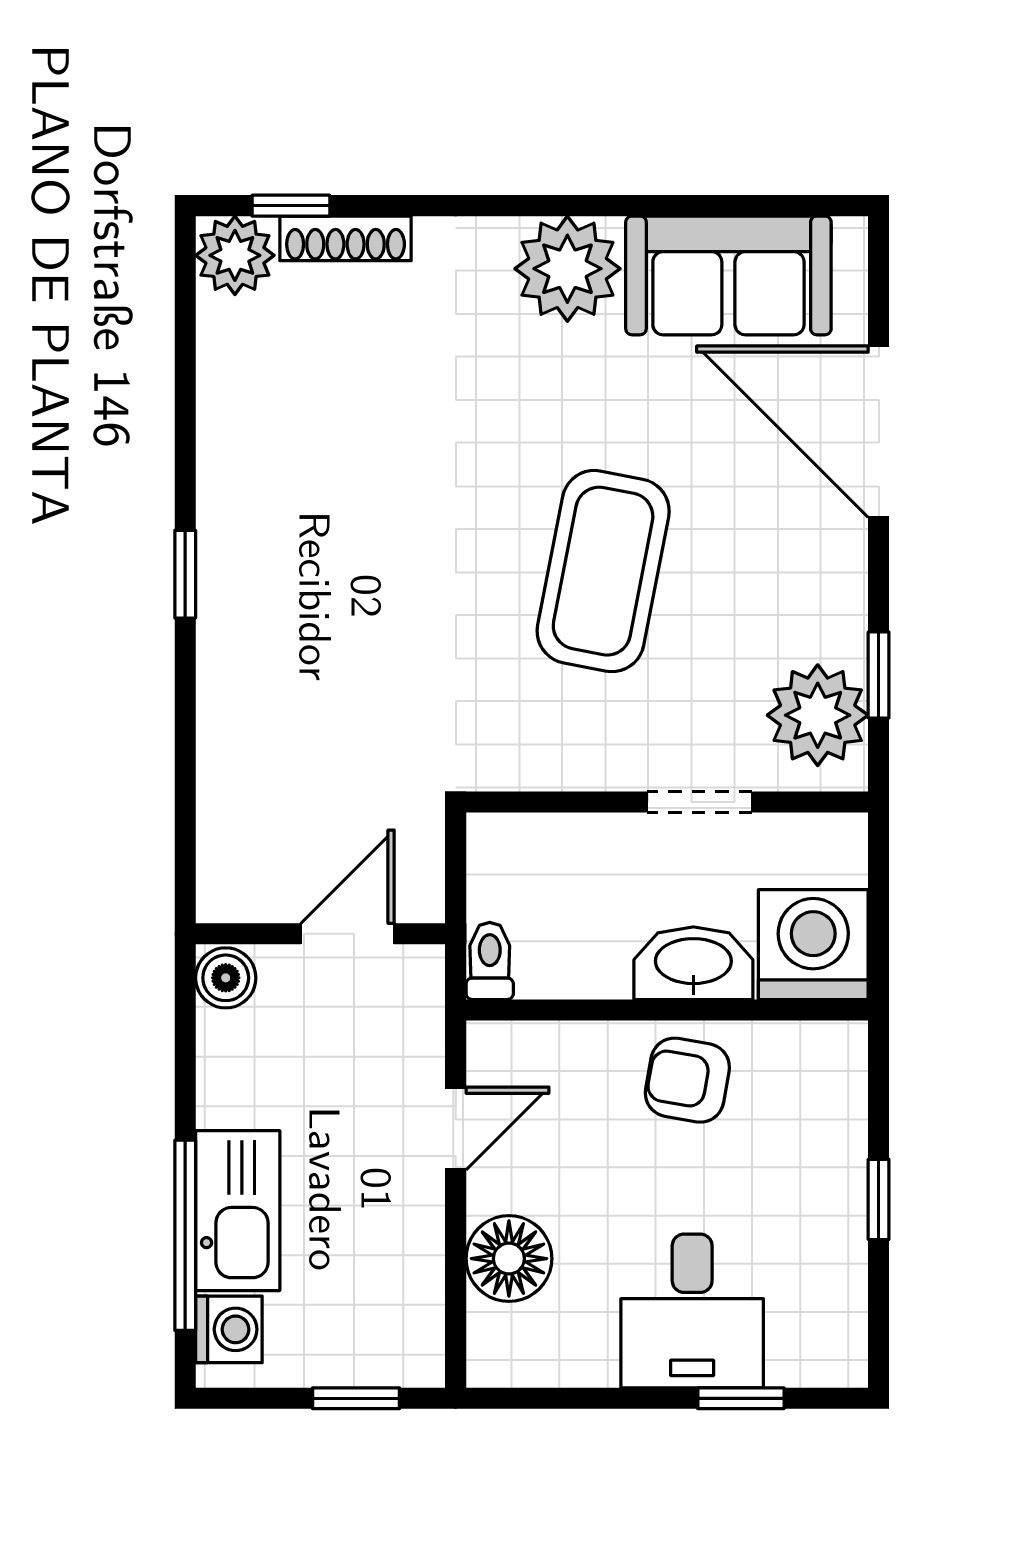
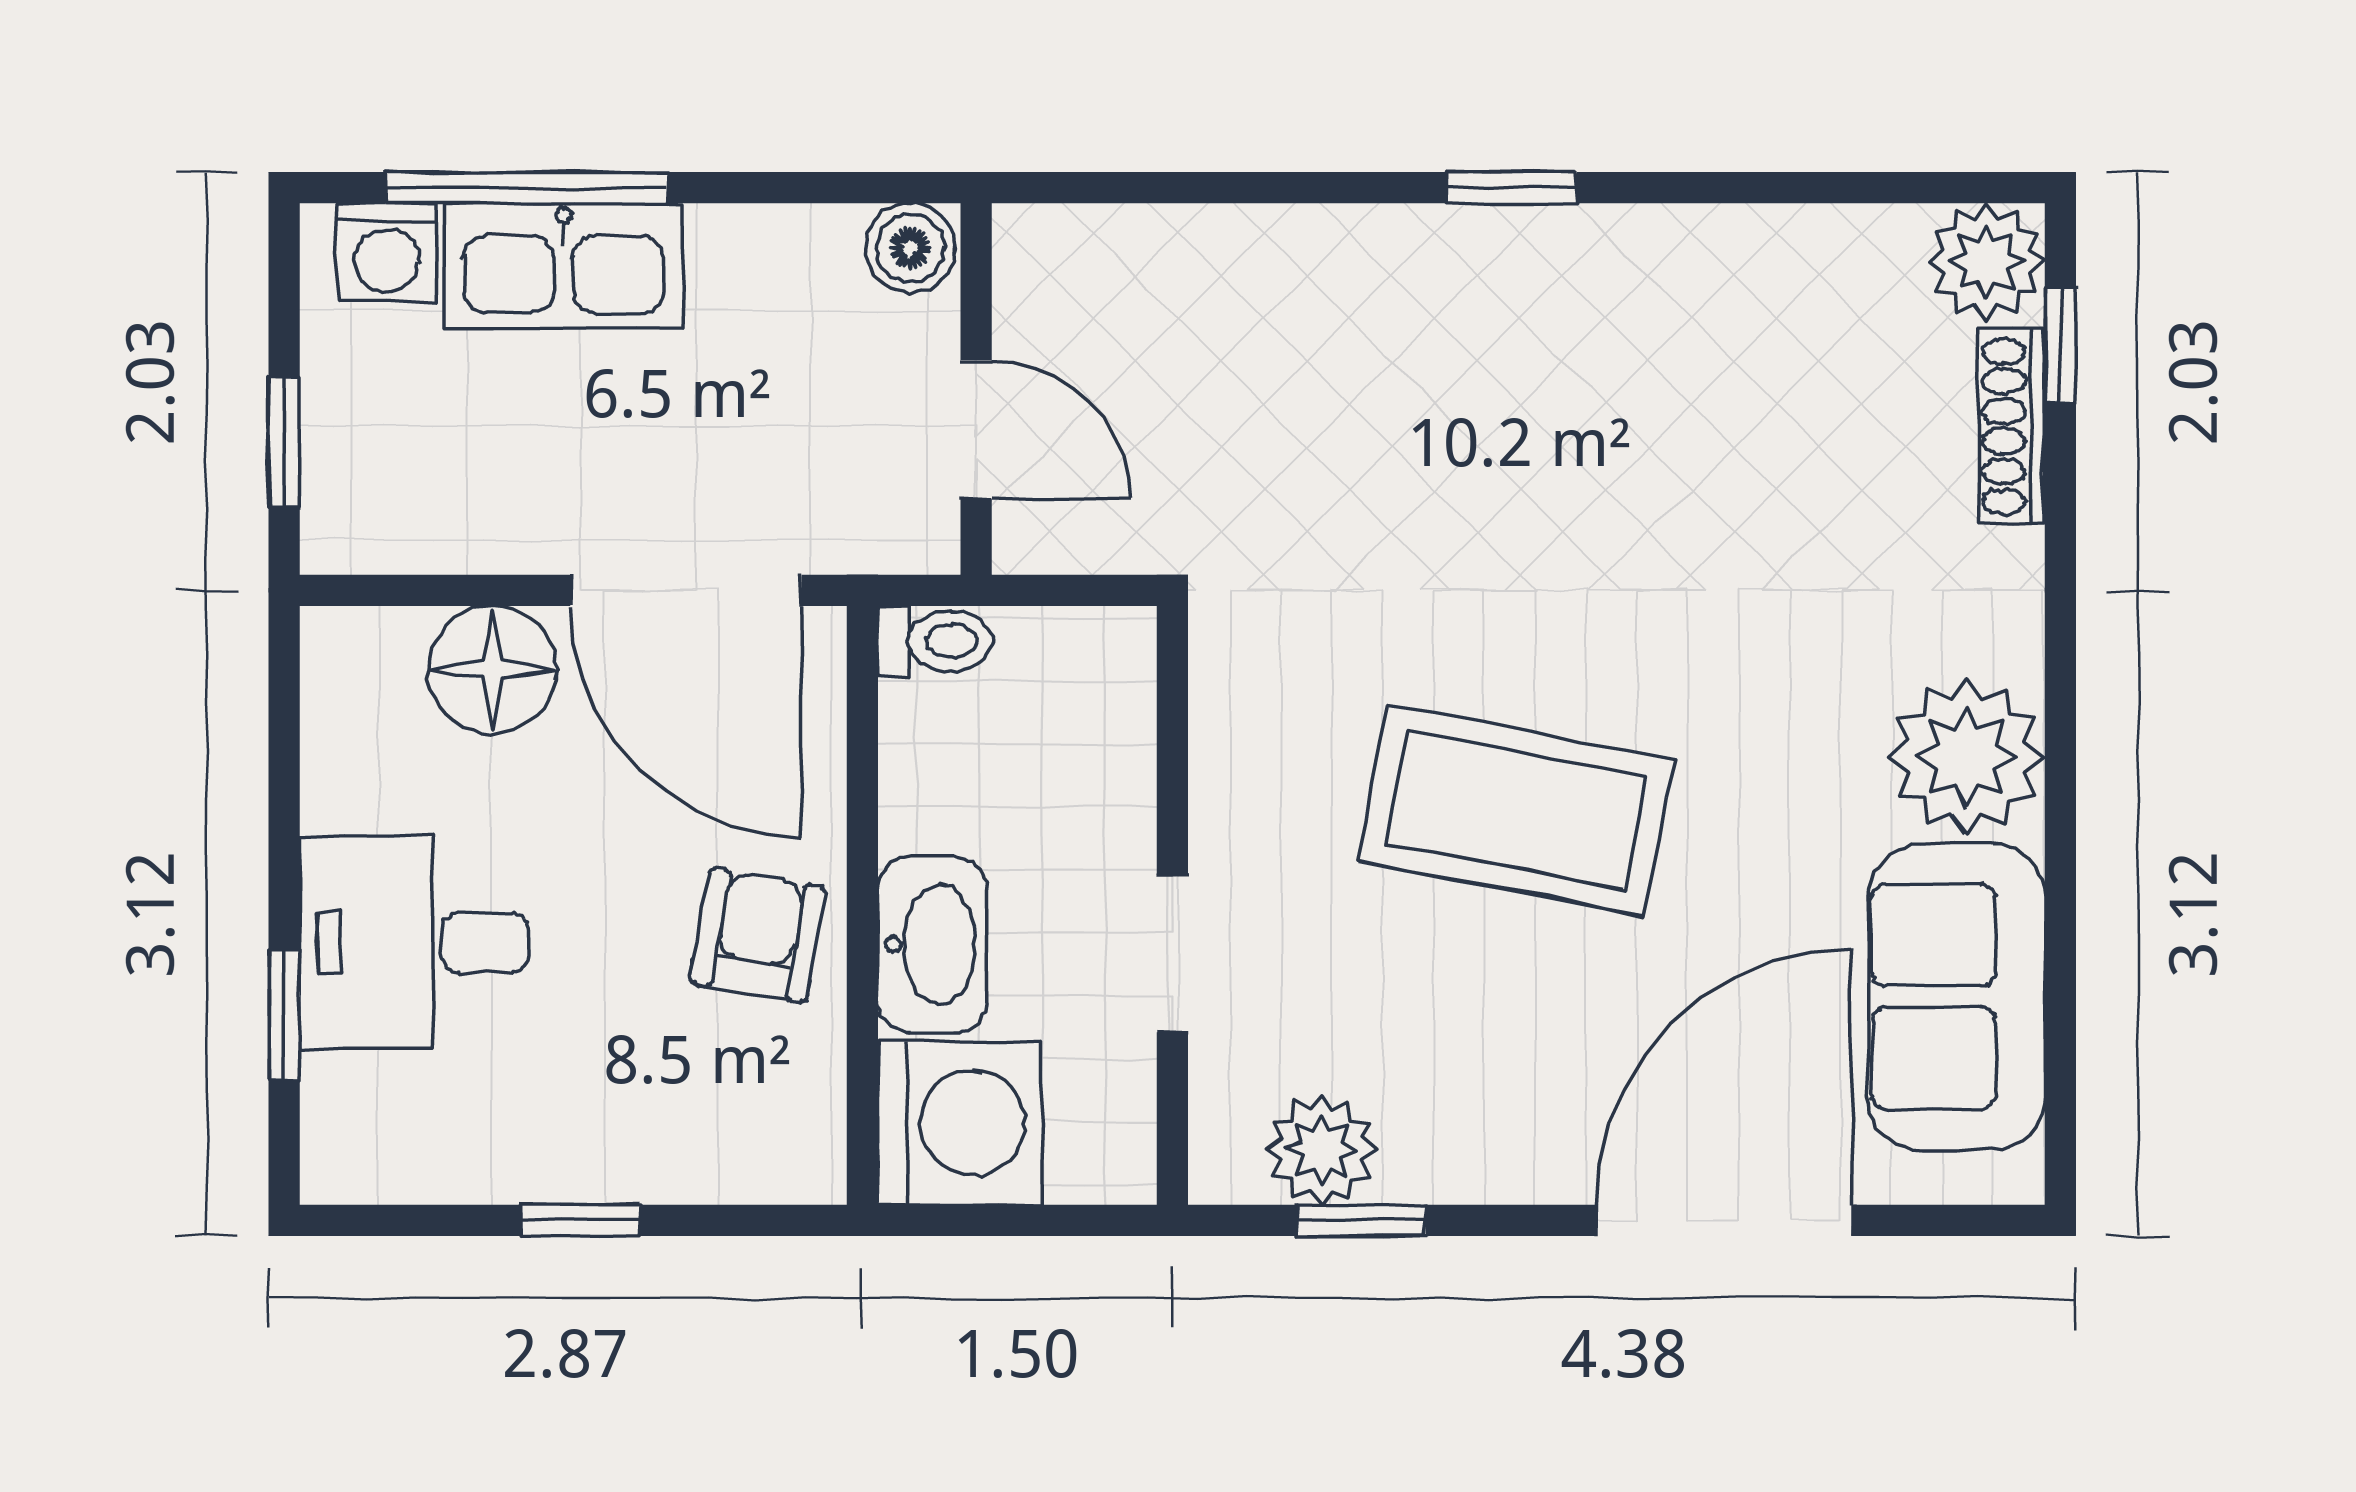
plant: (818, 715) -> (1322, 1150), width x0.73, depth x0.73
door: (456, 1129) -> (686, 590), width x1.87

